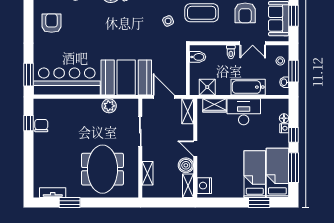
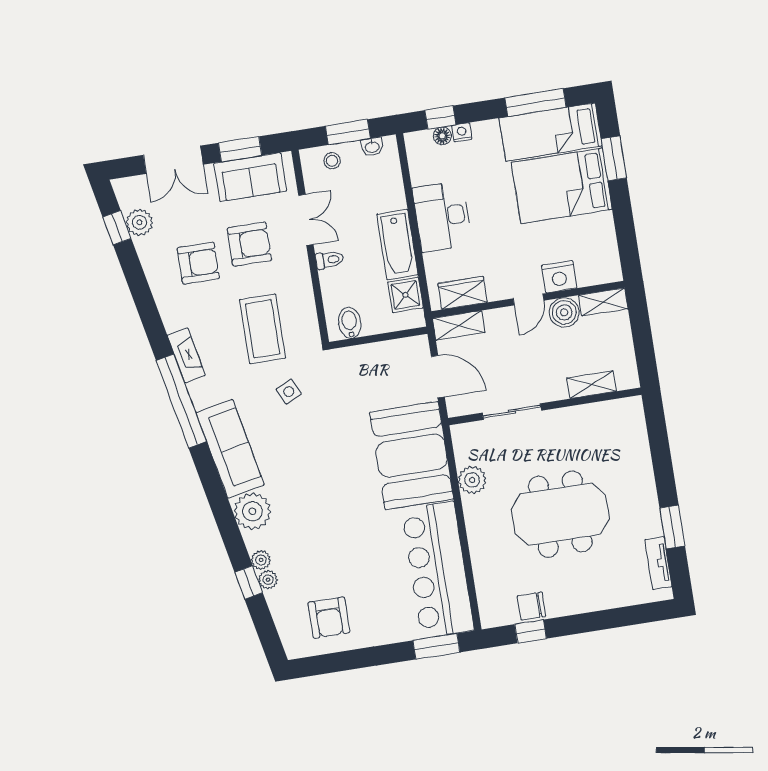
armchair: (52, 23) -> (329, 618), turned -90
bathtub: (248, 87) -> (397, 245), moved
door: (164, 97) -> (438, 377), swing flipped
wardrobe: (214, 105) -> (463, 293), moved, turned -90
window: (293, 135) -> (440, 117), moved
meeting table: (102, 169) -> (560, 514), moved
bed: (255, 174) -> (562, 186), width x1.50
nightstand: (204, 186) -> (559, 277), moved

